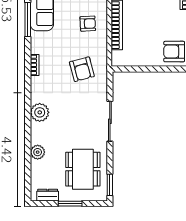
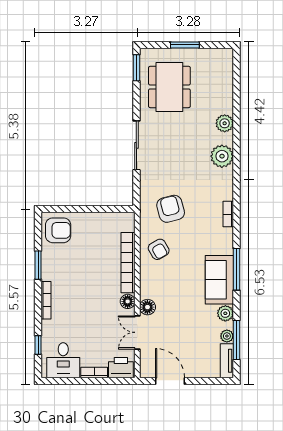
armchair: (88, 24) -> (159, 249), moved, turned -117
plant: (38, 152) -> (225, 123), moved
dresser: (48, 195) -> (212, 55), removed

